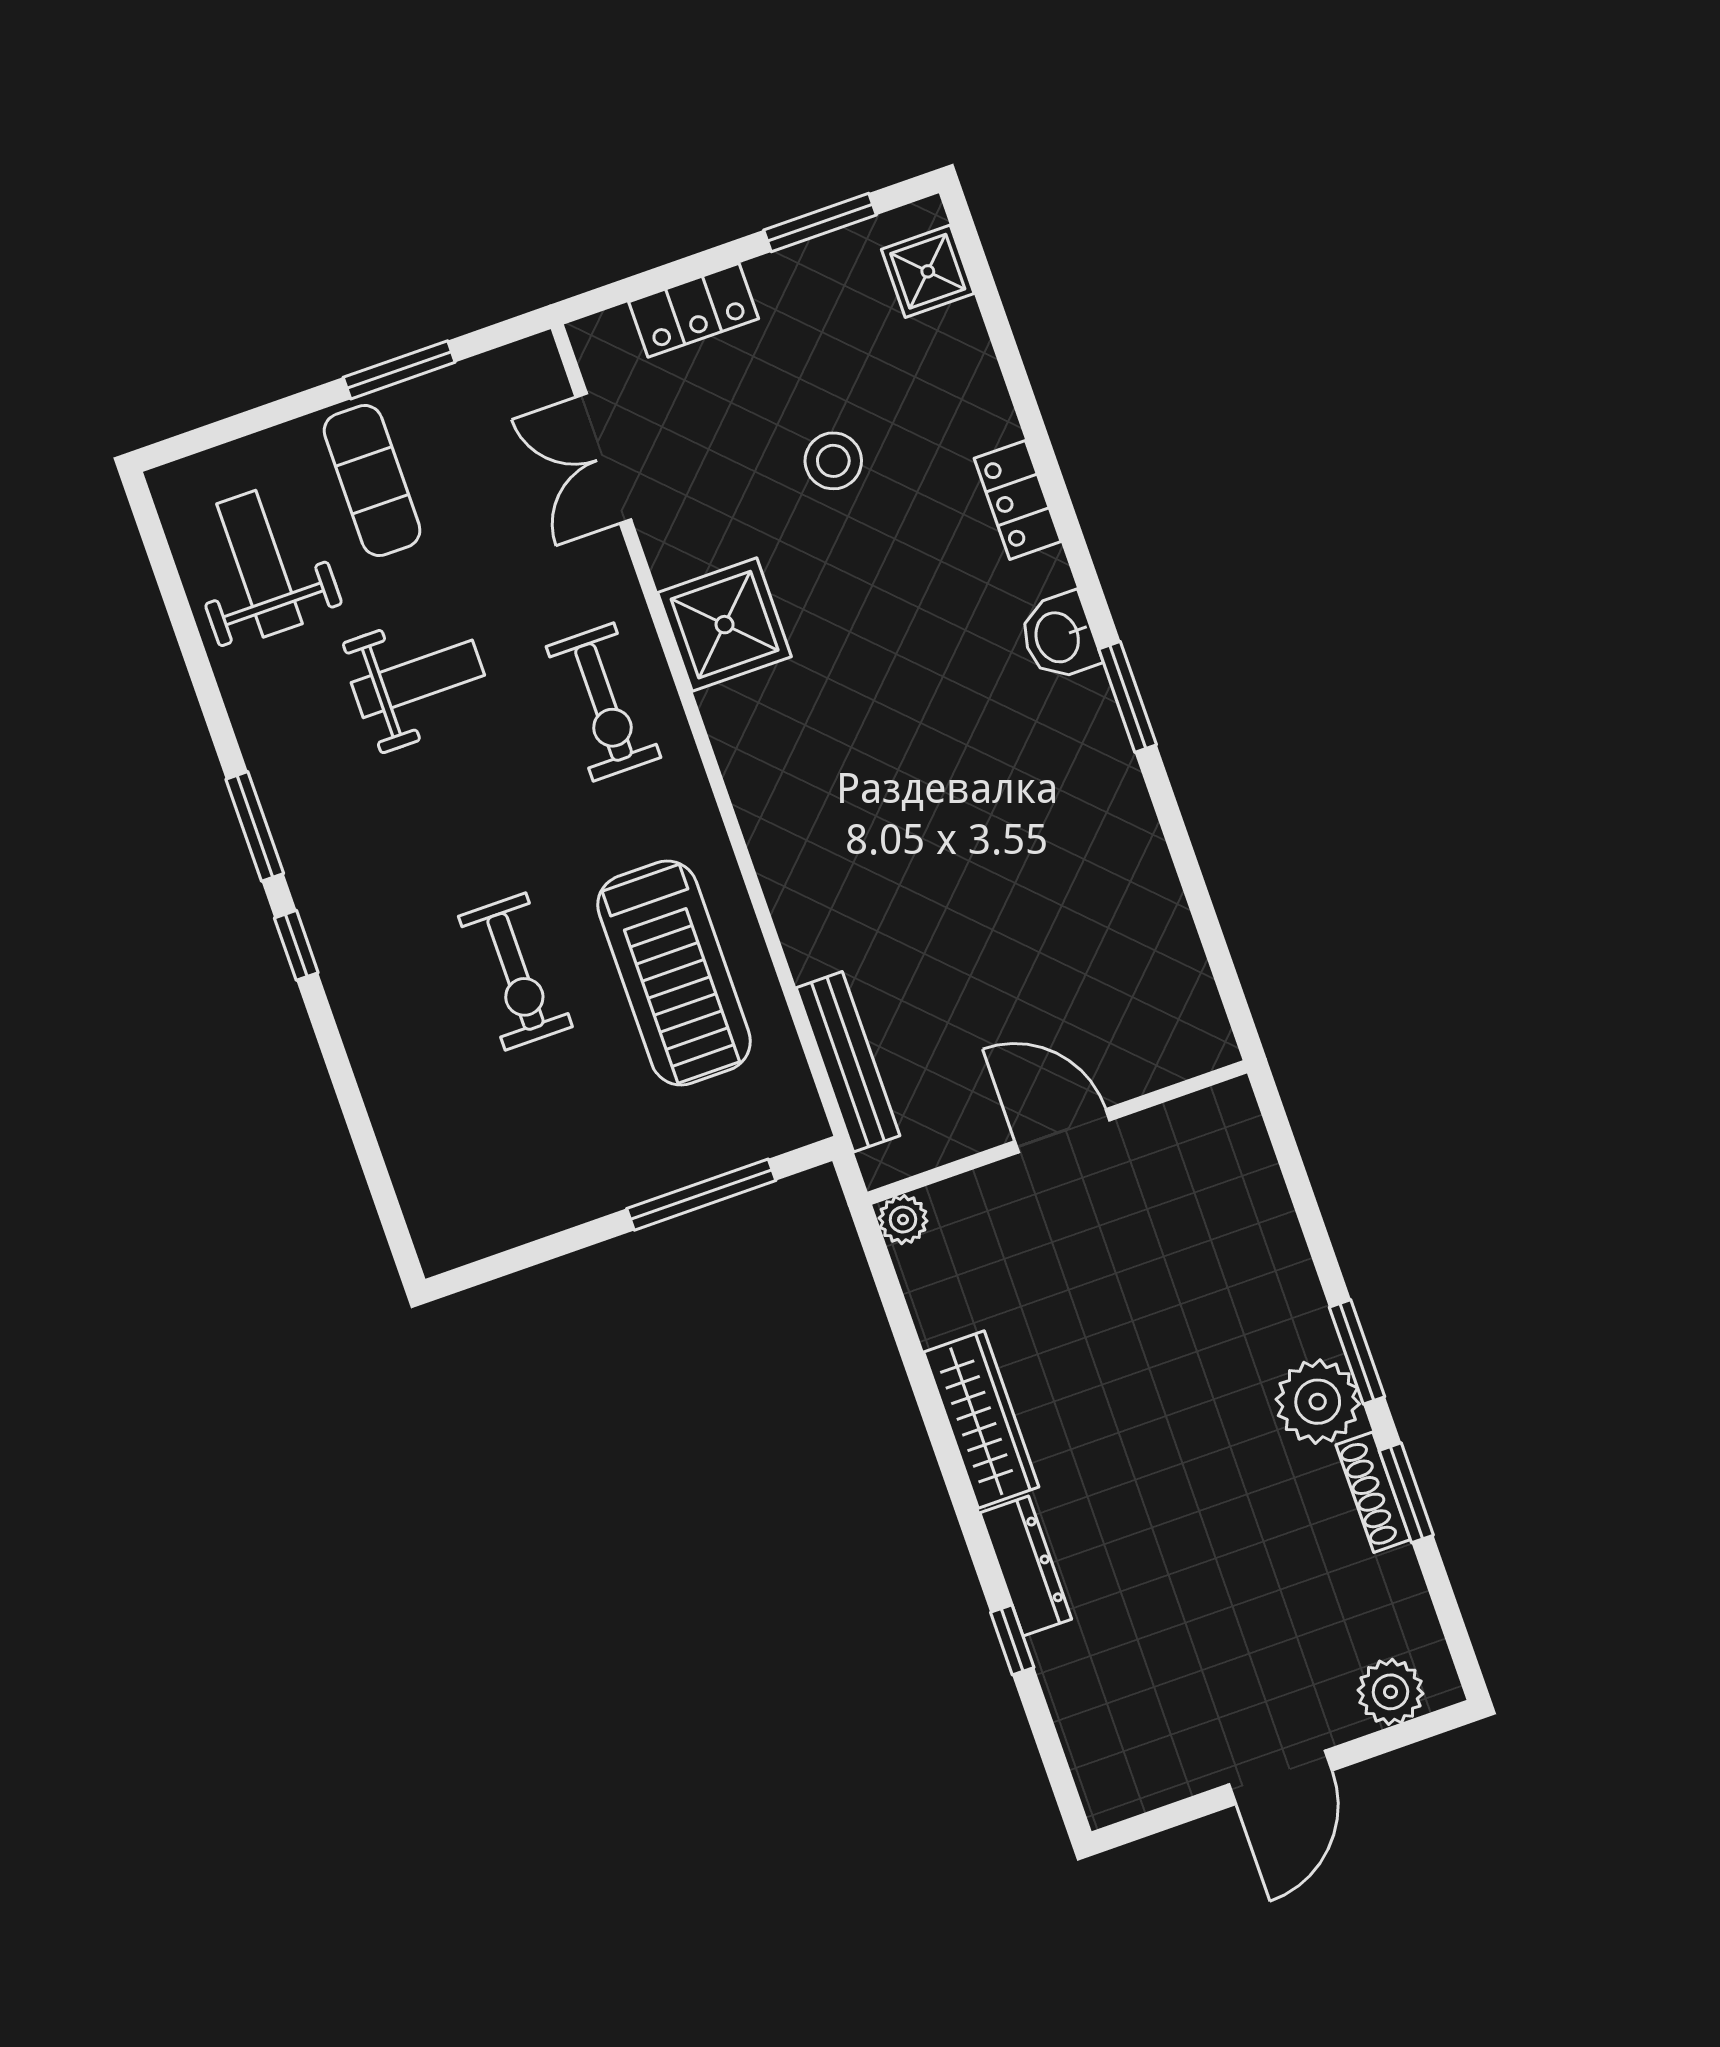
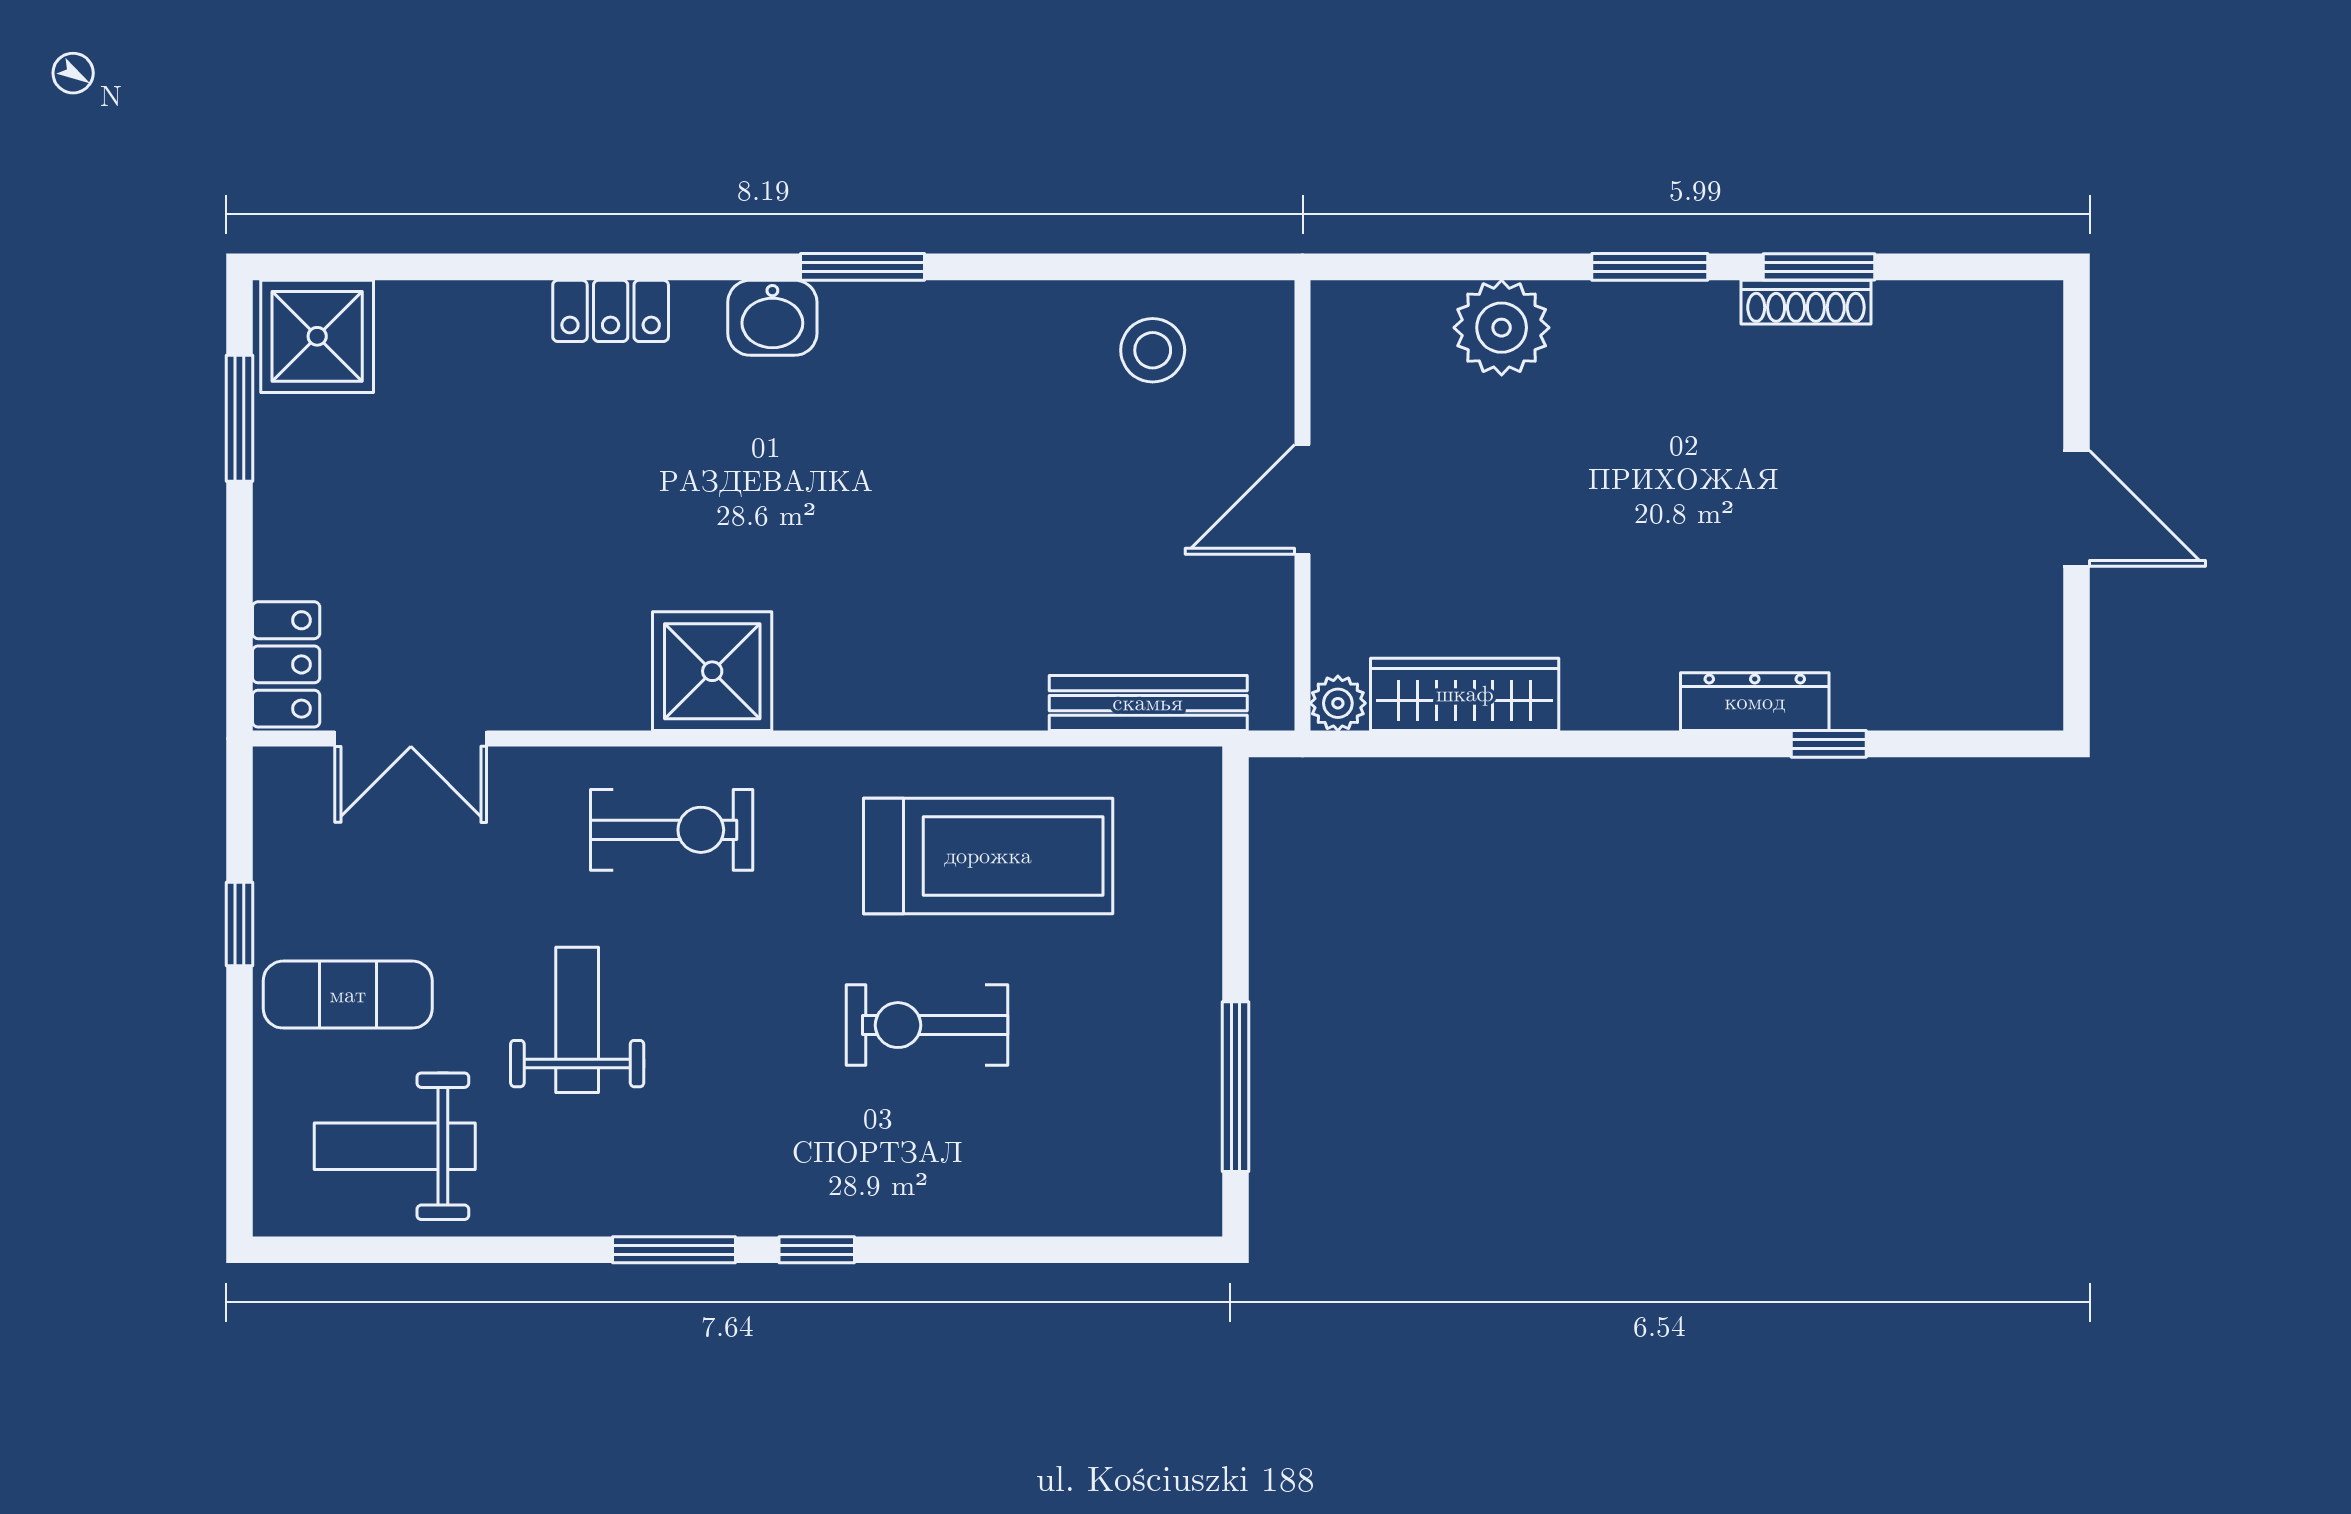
shower: (928, 271) -> (317, 336), width x1.36, depth x1.36
locker: (694, 310) -> (286, 664), moved
window: (399, 370) -> (239, 924), width x0.67
stool: (833, 461) -> (1153, 350), moved
shower: (725, 625) -> (712, 671), moved
exercise bike: (515, 971) -> (927, 1025), turned 180
window: (701, 1195) -> (1235, 1087), moved
plant: (1318, 1402) -> (1502, 328), moved
wardrobe: (981, 1420) -> (1465, 694), moved
plant: (1390, 1692) -> (2026, 358), removed

